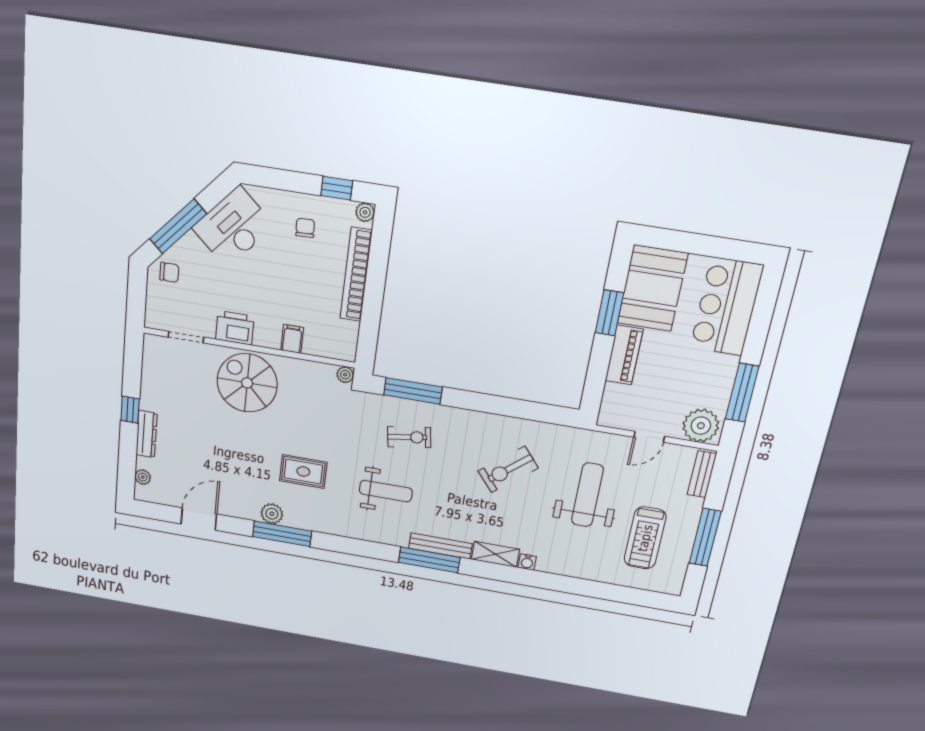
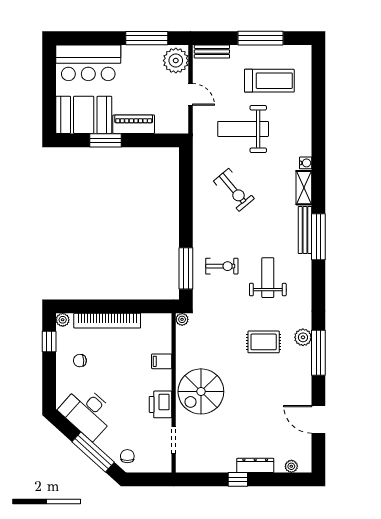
exercise bike: (409, 437) -> (222, 266), turned 99
rug: (303, 472) -> (264, 342), turned 90
plant: (272, 514) -> (303, 337), moved

